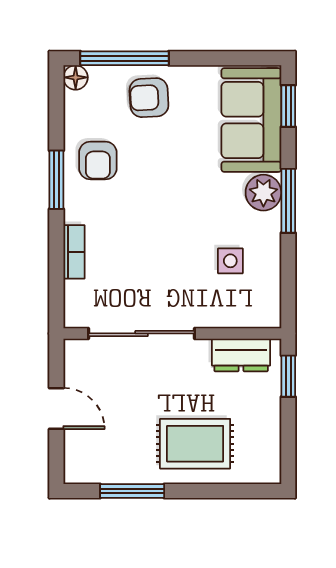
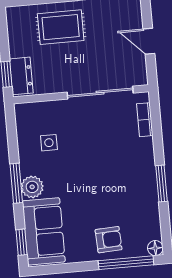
armchair: (98, 161) -> (137, 198), removed
bookcase: (74, 252) -> (145, 120), moved
dresser: (241, 355) -> (21, 76), moved, turned 90

